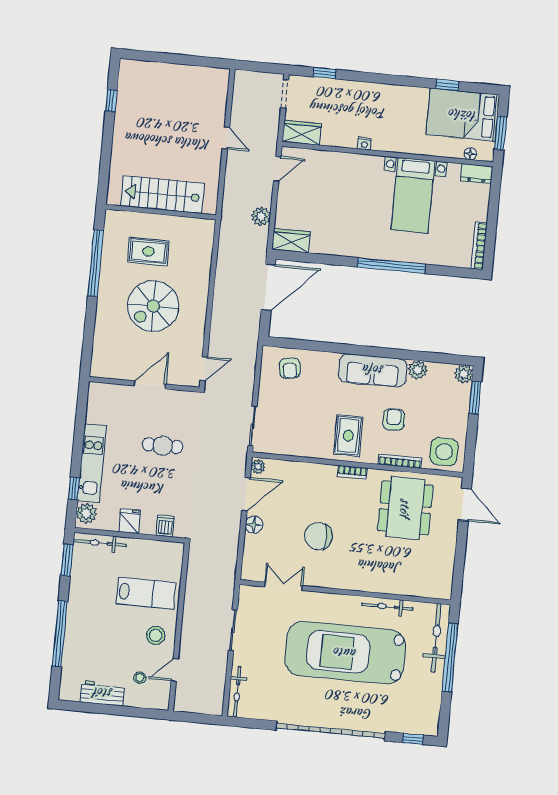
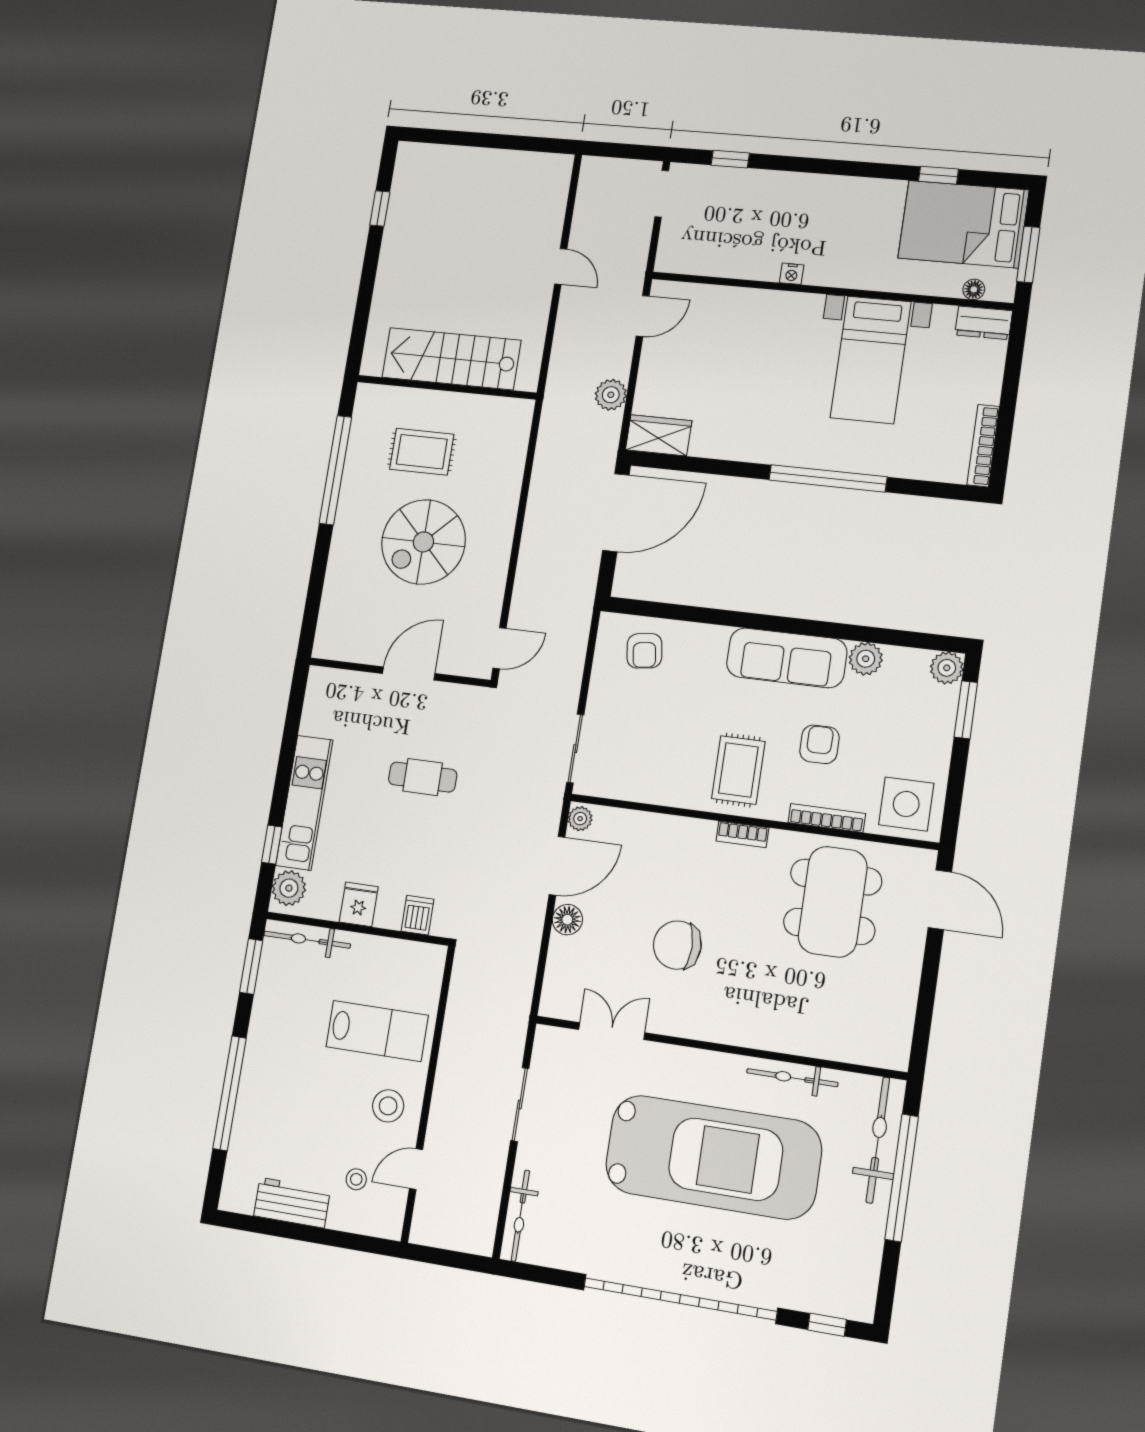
wardrobe: (302, 133) -> (687, 257), removed
car: (345, 653) -> (713, 1157), turned 180

